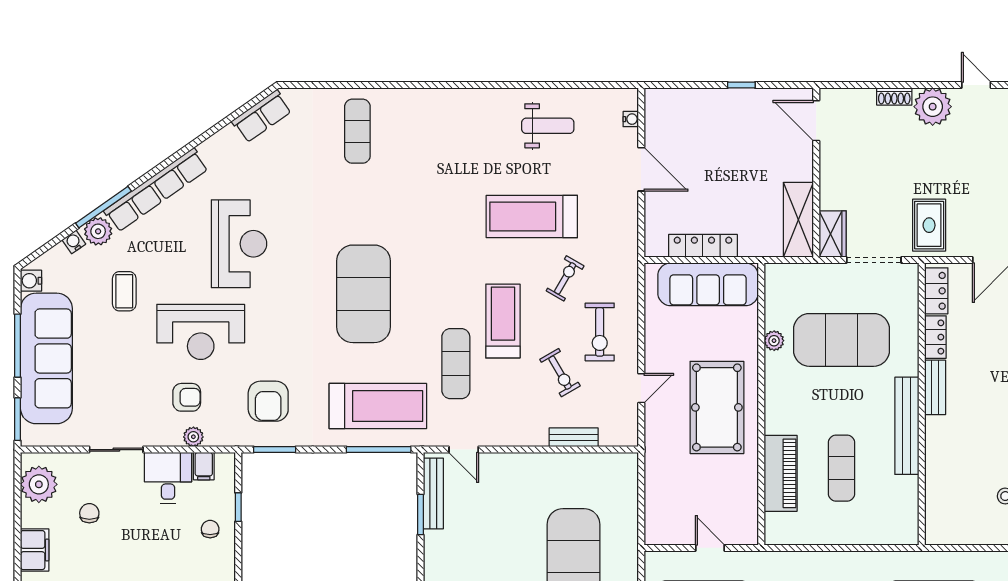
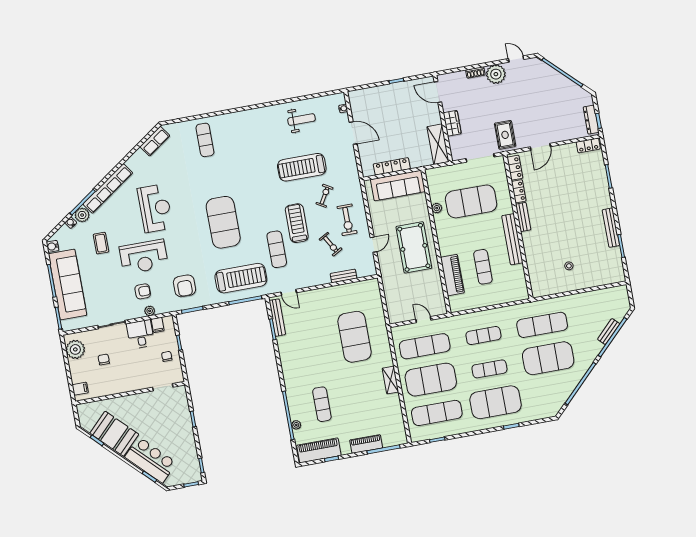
wardrobe: (833, 234) -> (452, 123), moved
filing cabinet: (35, 550) -> (80, 389), width x0.50

